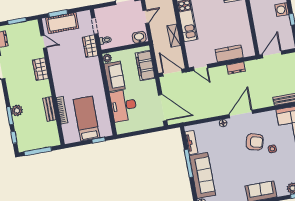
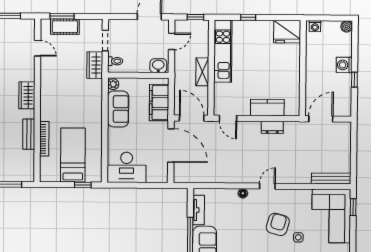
cot: (62, 23) -> (65, 27), width x0.73, depth x0.75
wardrobe: (41, 69) -> (27, 95), moved
desk: (124, 106) -> (127, 167), moved, turned -90
door: (163, 108) -> (171, 145), moved
door: (241, 114) -> (267, 186), width x0.53
armchair: (255, 142) -> (278, 224), turned -89

